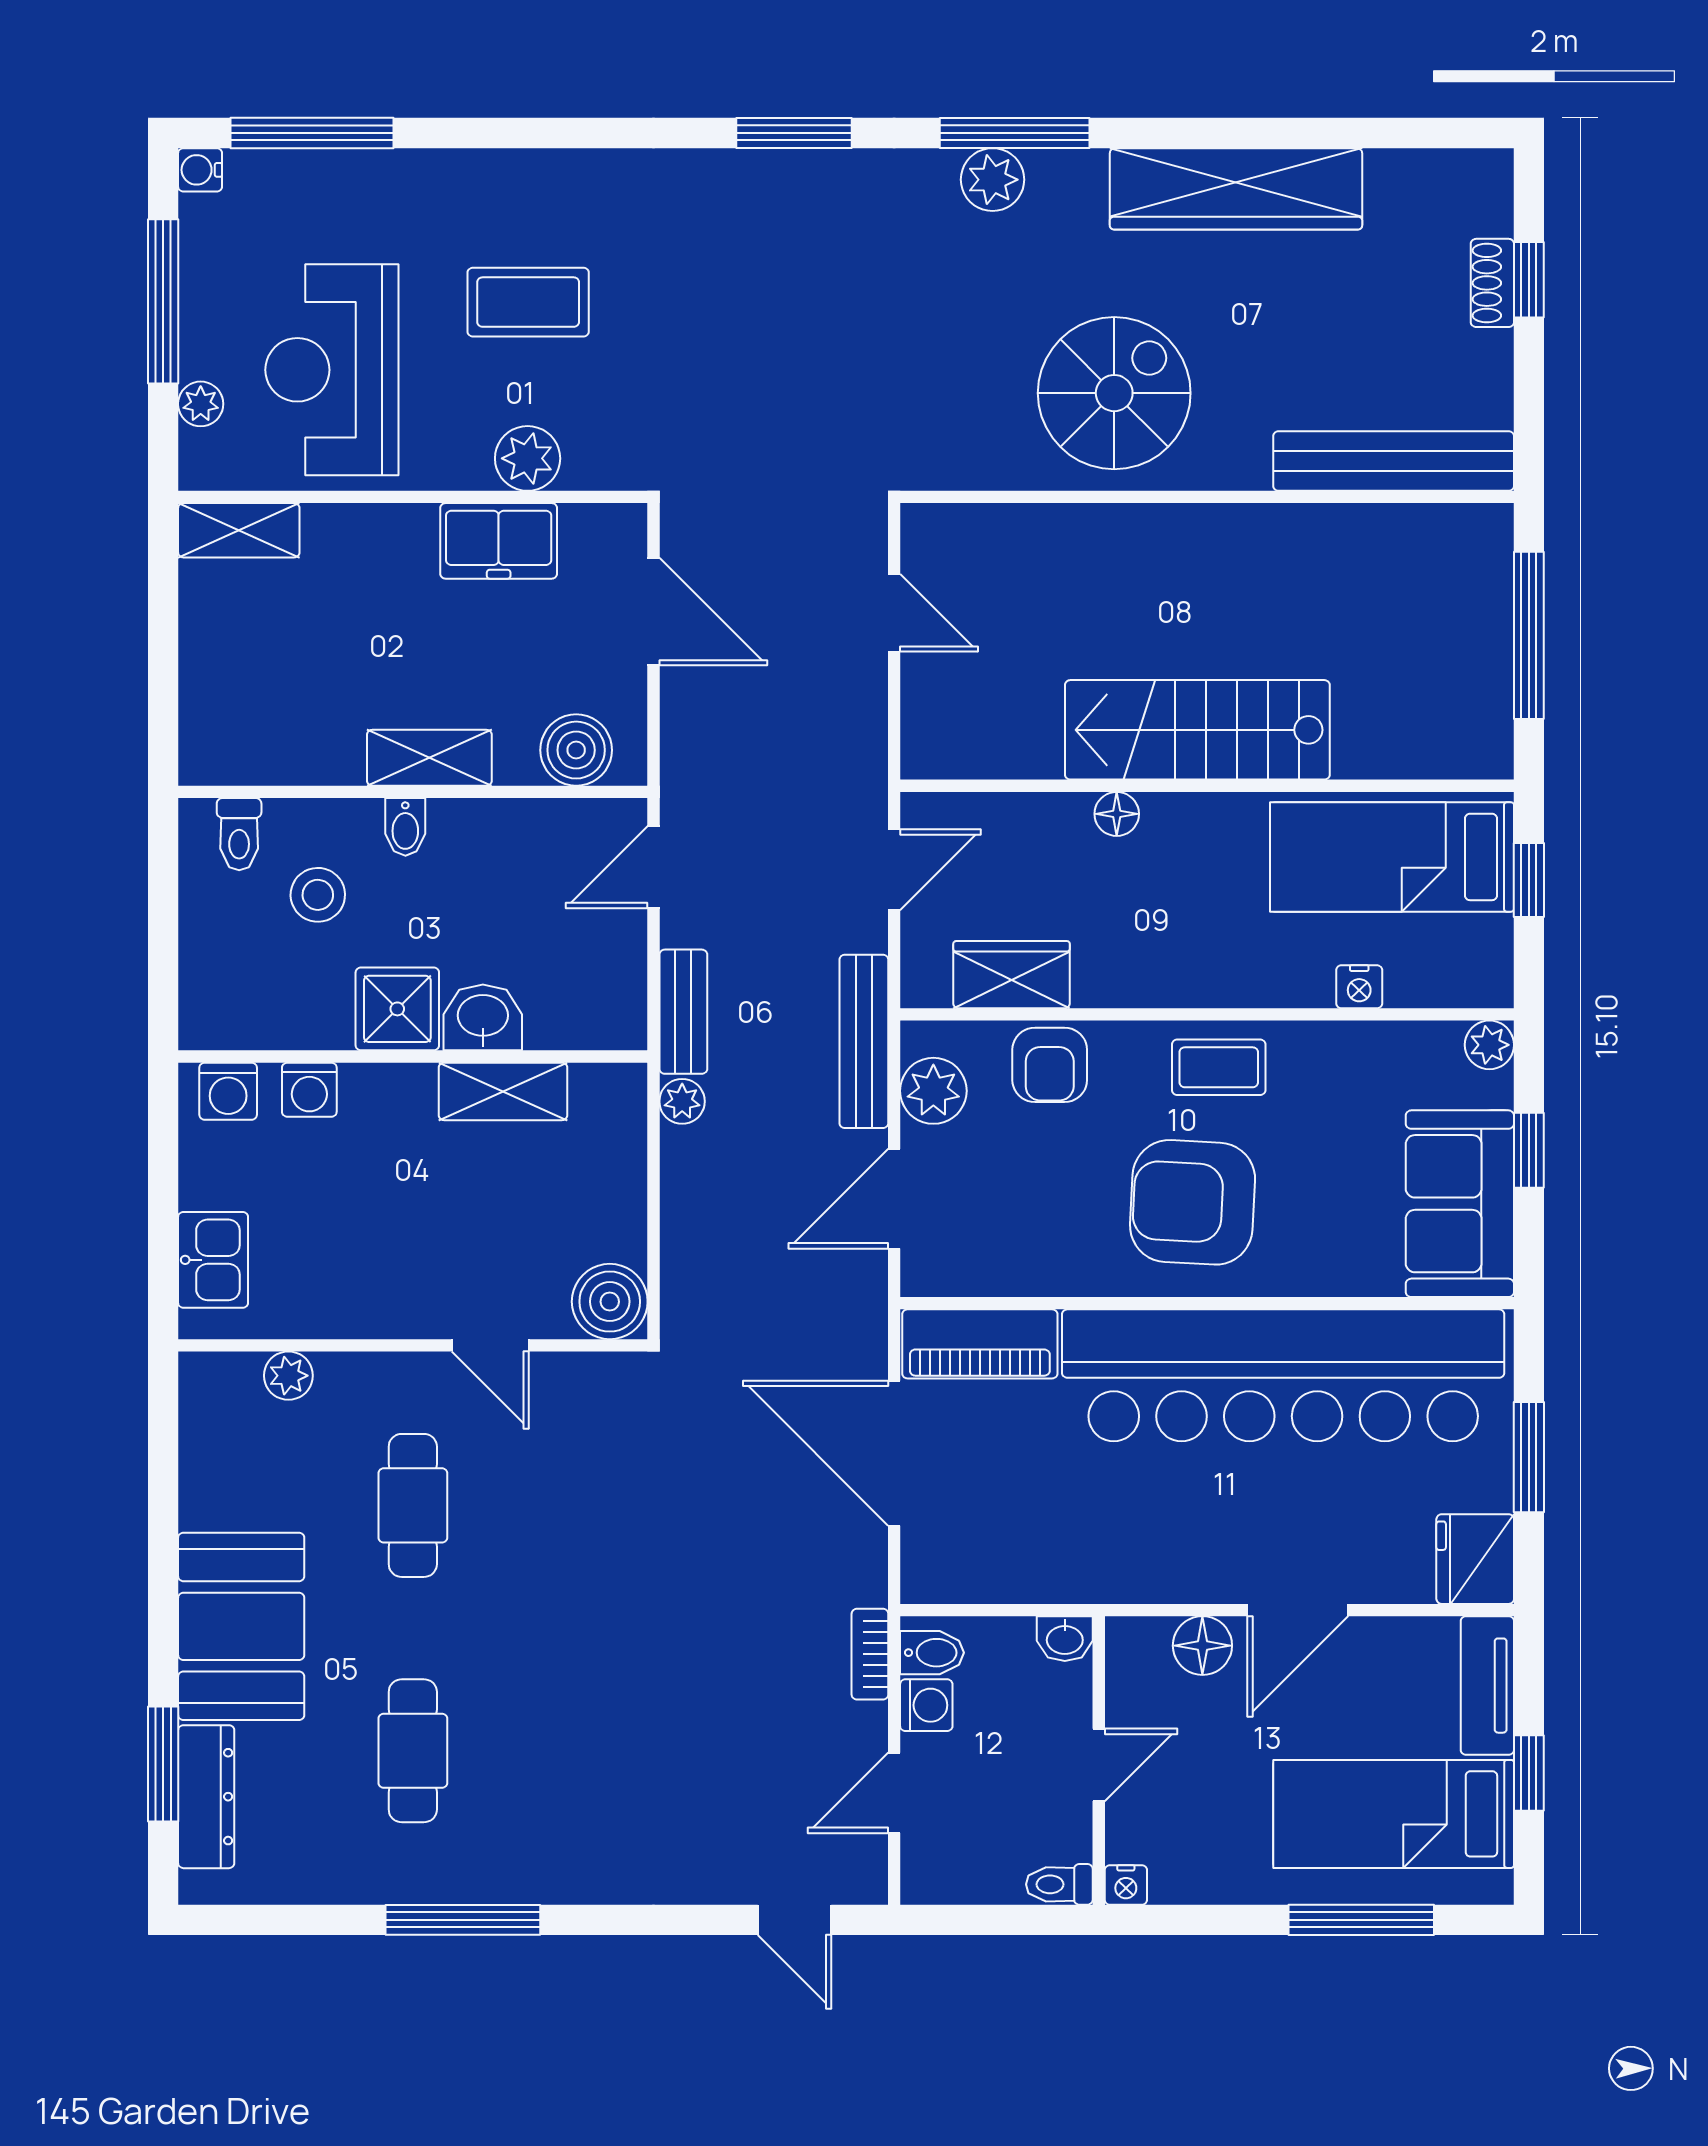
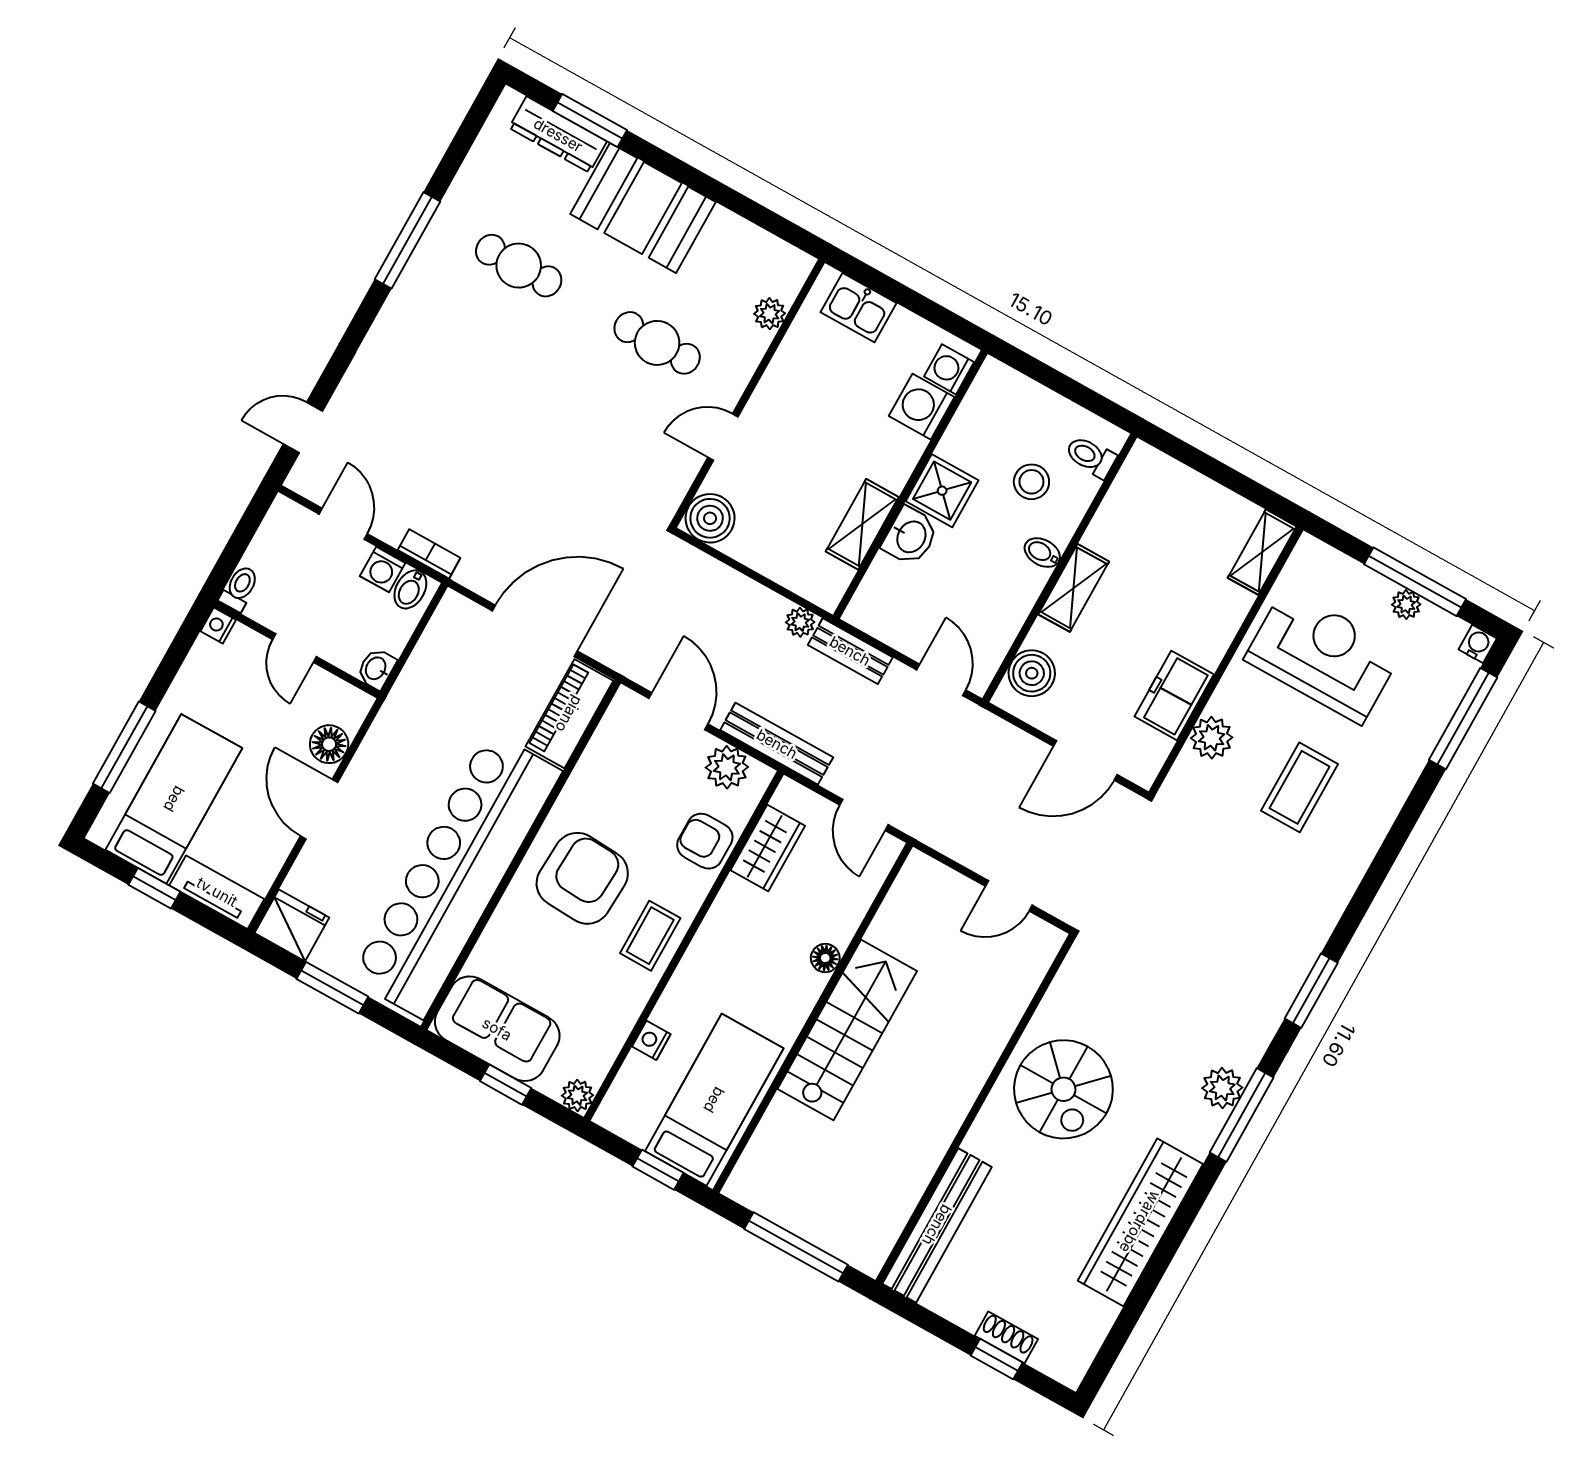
plant: (201, 404) -> (1406, 604), moved
washing machine: (309, 1090) -> (922, 407), width x1.38, depth x1.38

